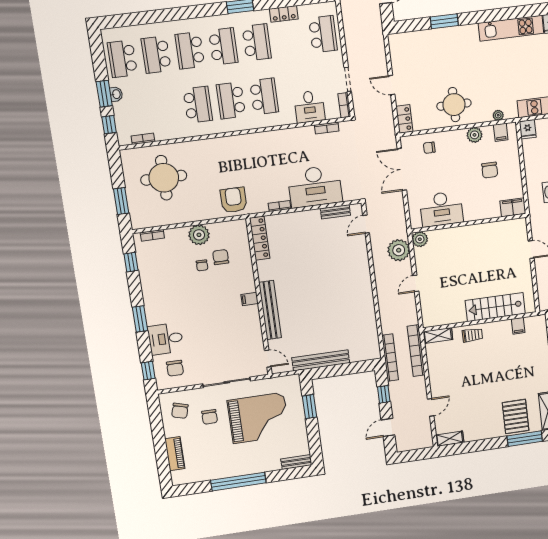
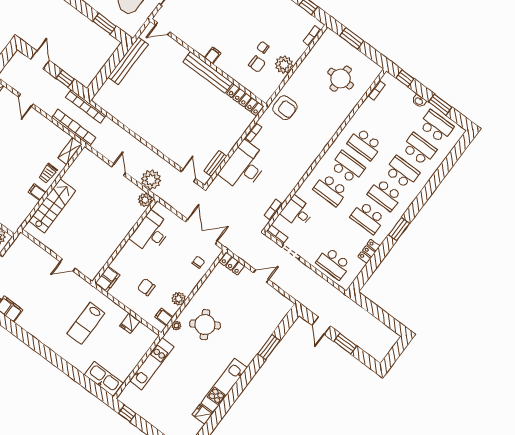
window: (104, 94) -> (440, 105), moved
round table: (454, 105) -> (205, 325), moved, turned -32
fridge: (528, 129) -> (130, 323), moved, turned -90
round table: (164, 178) -> (341, 79), width x0.73, depth x0.73
bench: (270, 310) -> (208, 72), moved
filing cabinet: (518, 326) -> (37, 192), moved

